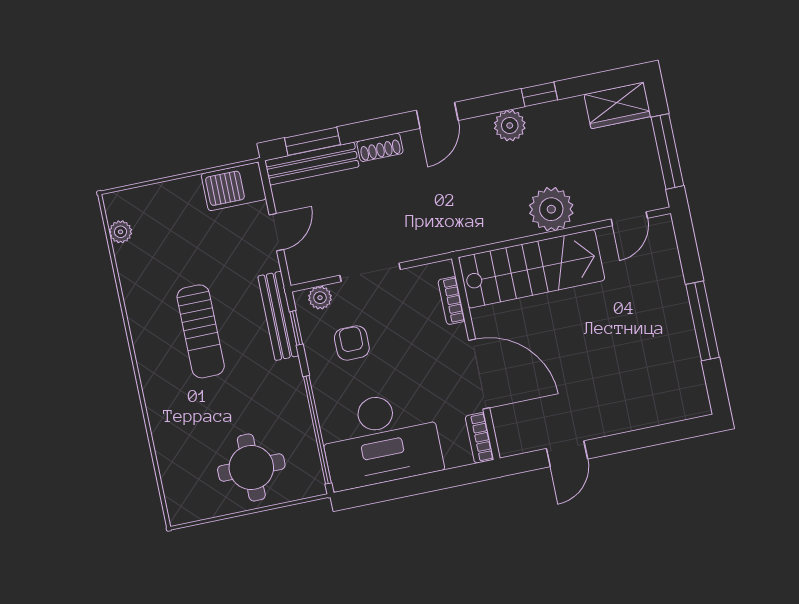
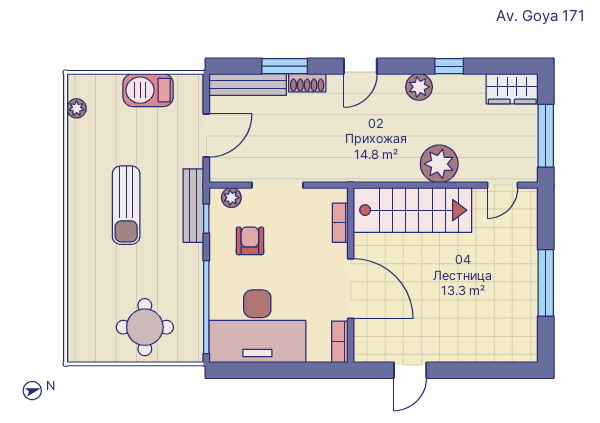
window: (312, 141) -> (285, 66), moved
barbecue: (234, 186) -> (148, 90), moved
door: (276, 232) -> (206, 136), width x1.38

